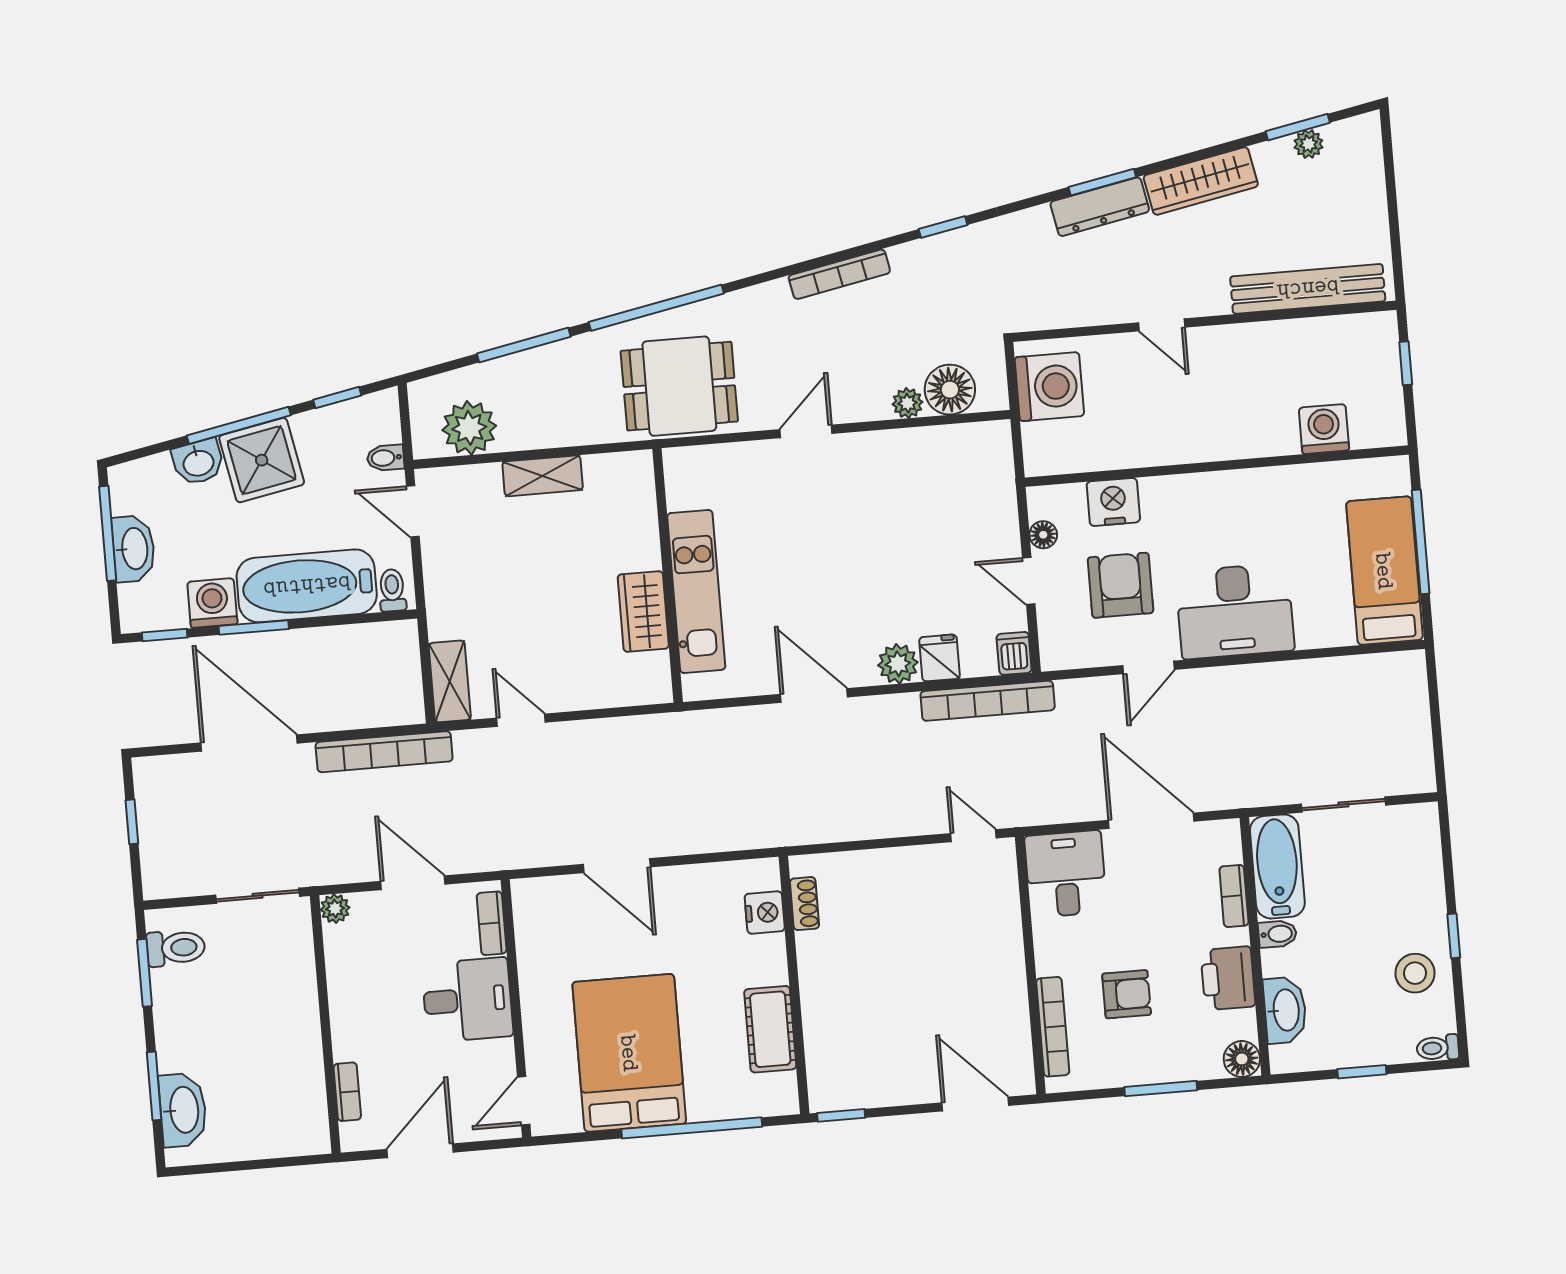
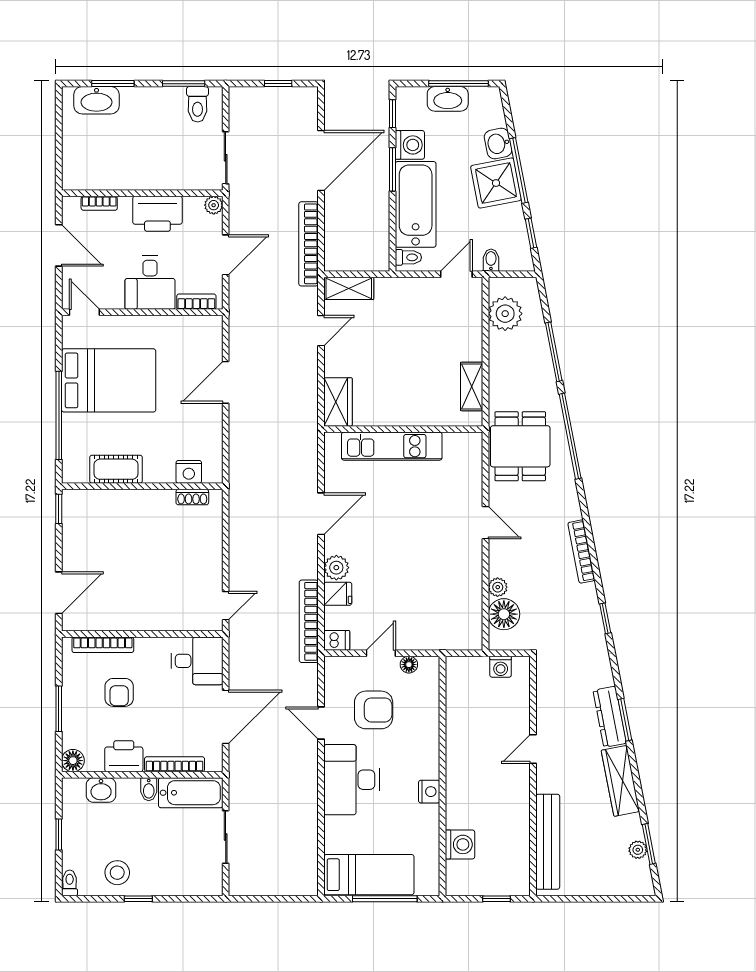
washing machine: (1049, 387) -> (501, 667), width x0.53, depth x0.53
shelving: (543, 476) -> (472, 386), moved
nightstand: (1113, 502) -> (429, 792), moved, width x0.74, depth x0.75
wardrobe: (643, 612) -> (338, 402), moved, turned 90
bookcase: (1234, 896) -> (175, 764), width x1.56
printer: (356, 997) -> (157, 214), added
washbasin: (1285, 1010) -> (101, 790), width x0.72

